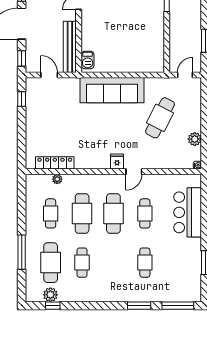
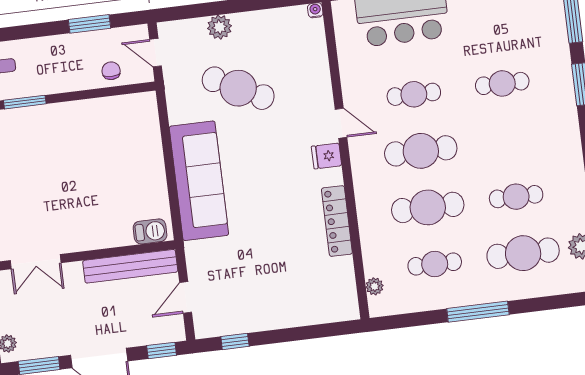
chair: (178, 49) -> (111, 71), added
plant: (195, 139) -> (219, 27), moved
locker: (55, 163) -> (337, 221), moved
plant: (57, 179) -> (375, 286), moved
window: (22, 252) -> (478, 312), moved

